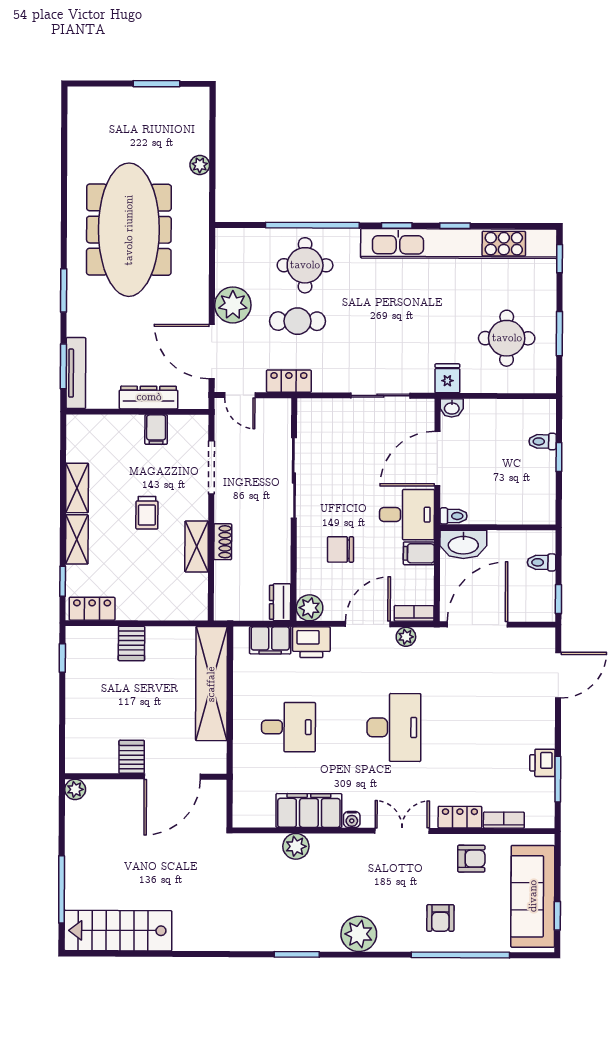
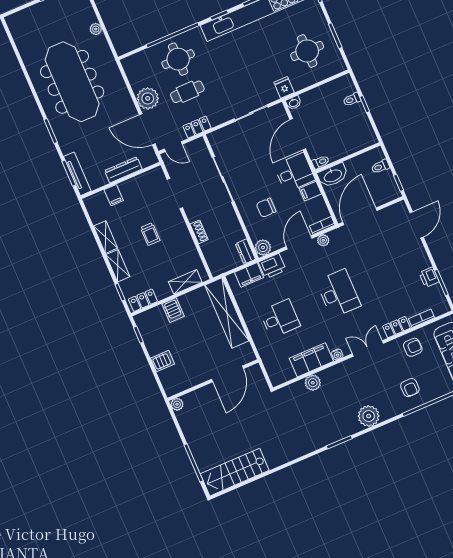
filing cabinet: (156, 430) -> (114, 195), moved
shelving: (197, 546) -> (185, 282), moved, turned 90
server rack: (132, 757) -> (163, 361), moved, turned 90

